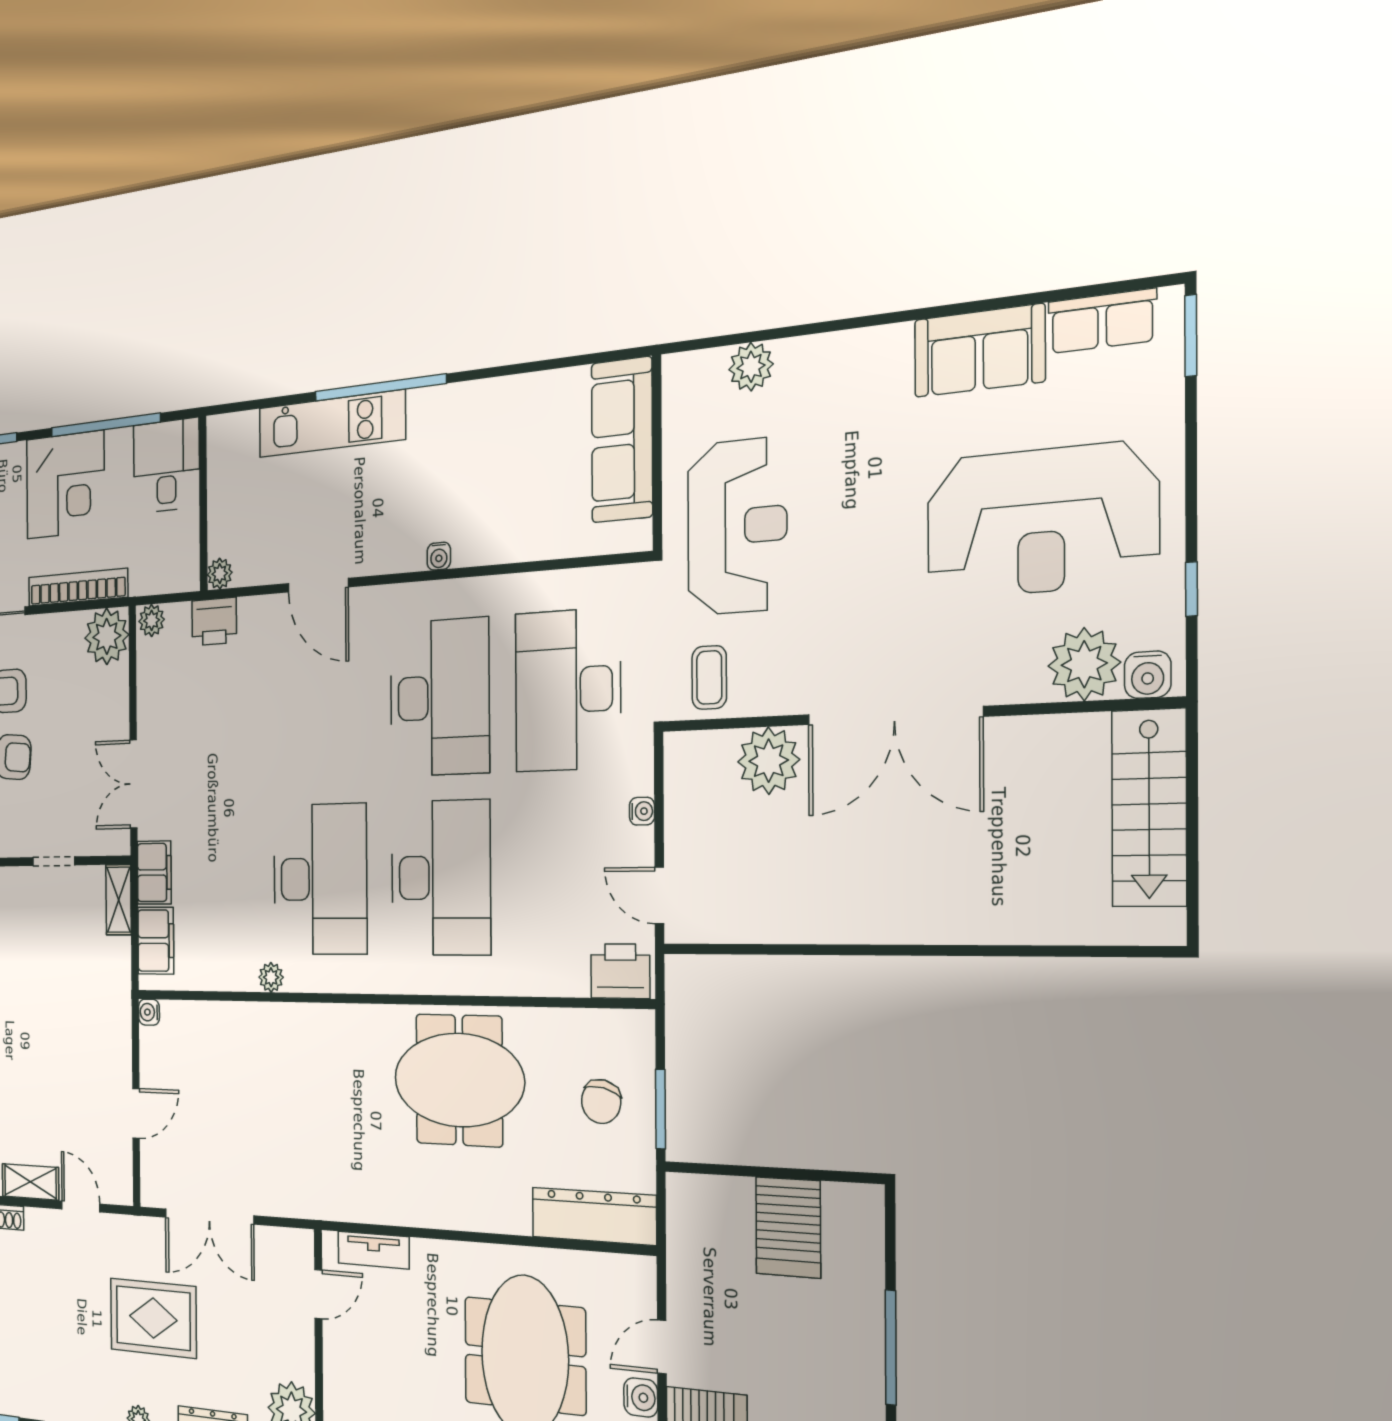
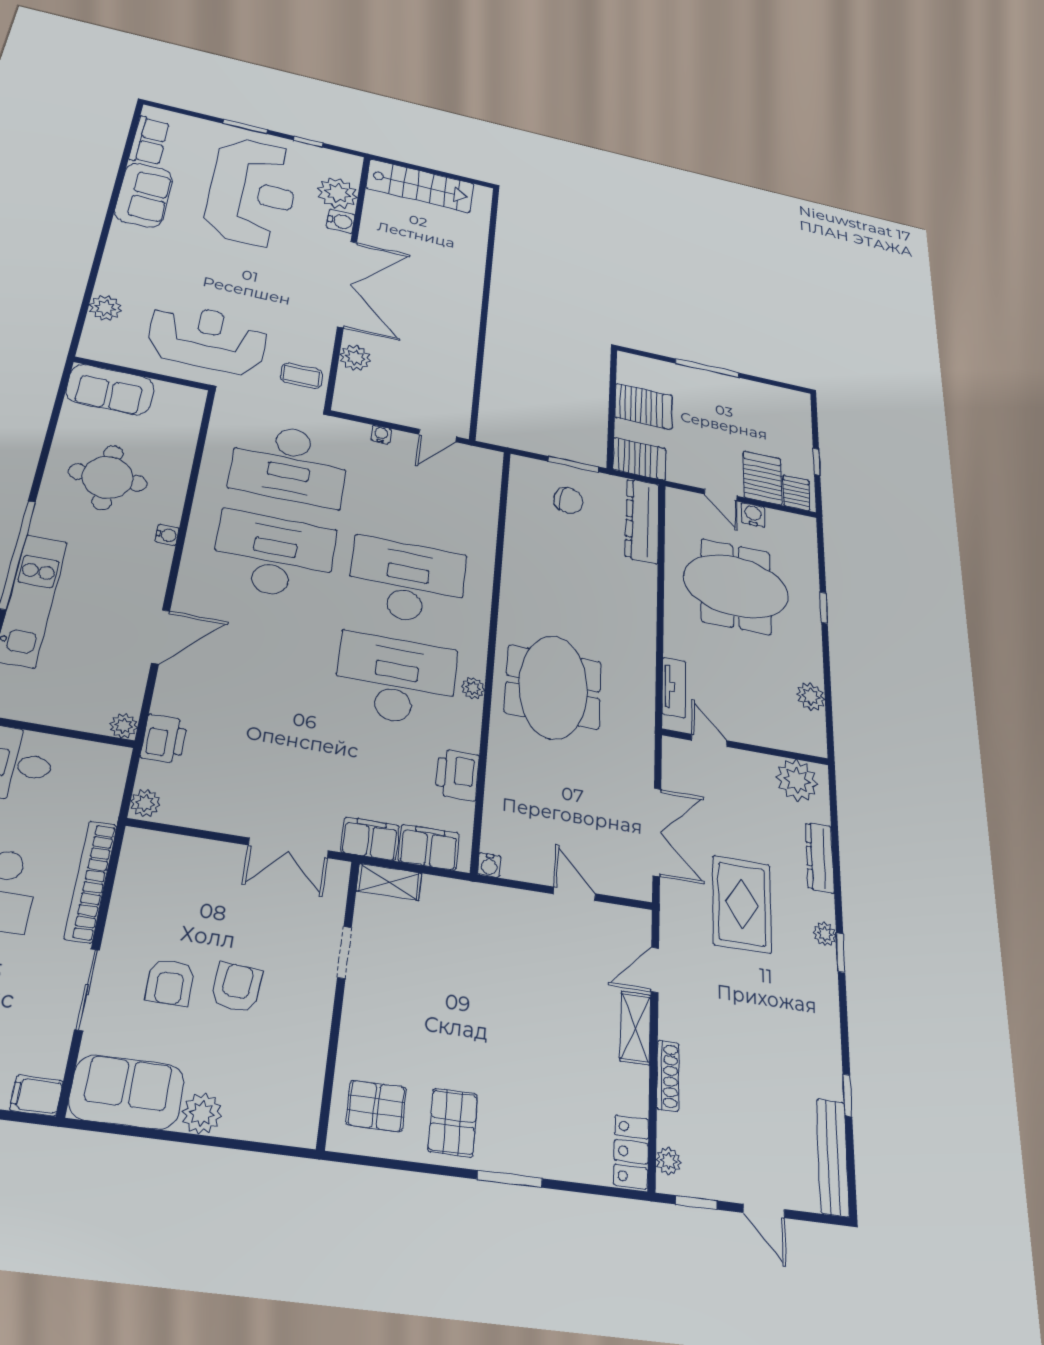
window: (1191, 336) -> (245, 127), moved
sofa: (622, 440) -> (110, 390), width x0.73
round table: (497, 459) -> (108, 477), added
plant: (107, 636) -> (147, 855), removed
water cooler: (1148, 675) -> (341, 221), moved
plant: (769, 761) -> (355, 358), width x0.73, depth x0.73
printer: (620, 971) -> (457, 775), moved
plant: (271, 977) -> (473, 688), moved
meeting table: (459, 1080) -> (553, 687), moved
server rack: (693, 1216) -> (639, 459), added

